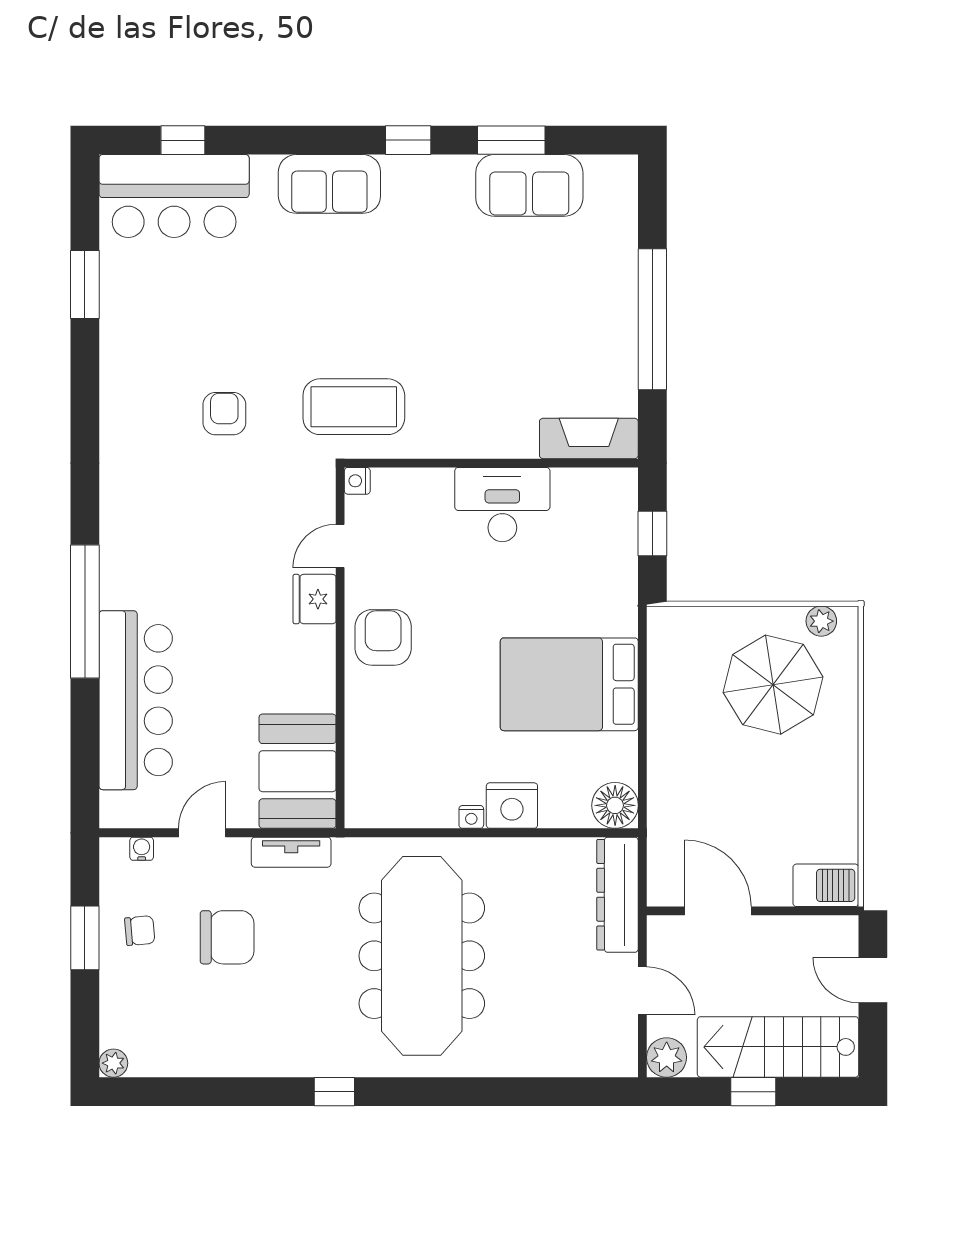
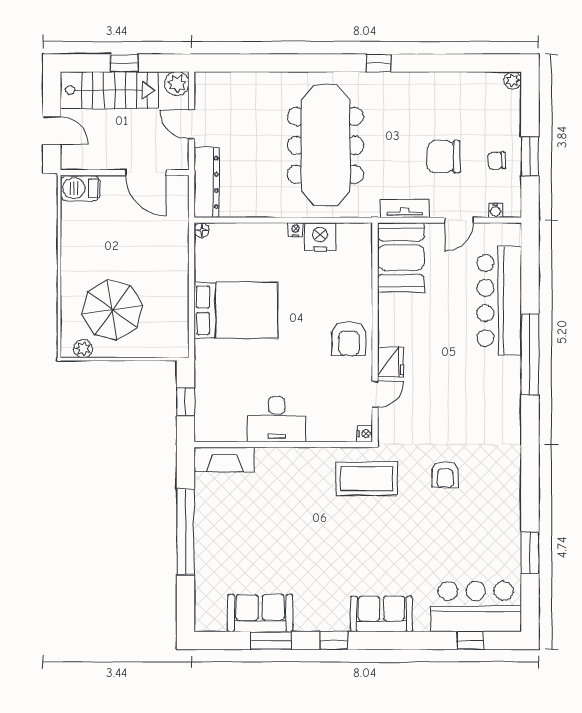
floor lamp: (615, 805) -> (202, 230), width x0.53, depth x0.53
nightstand: (512, 806) -> (320, 237), moved

